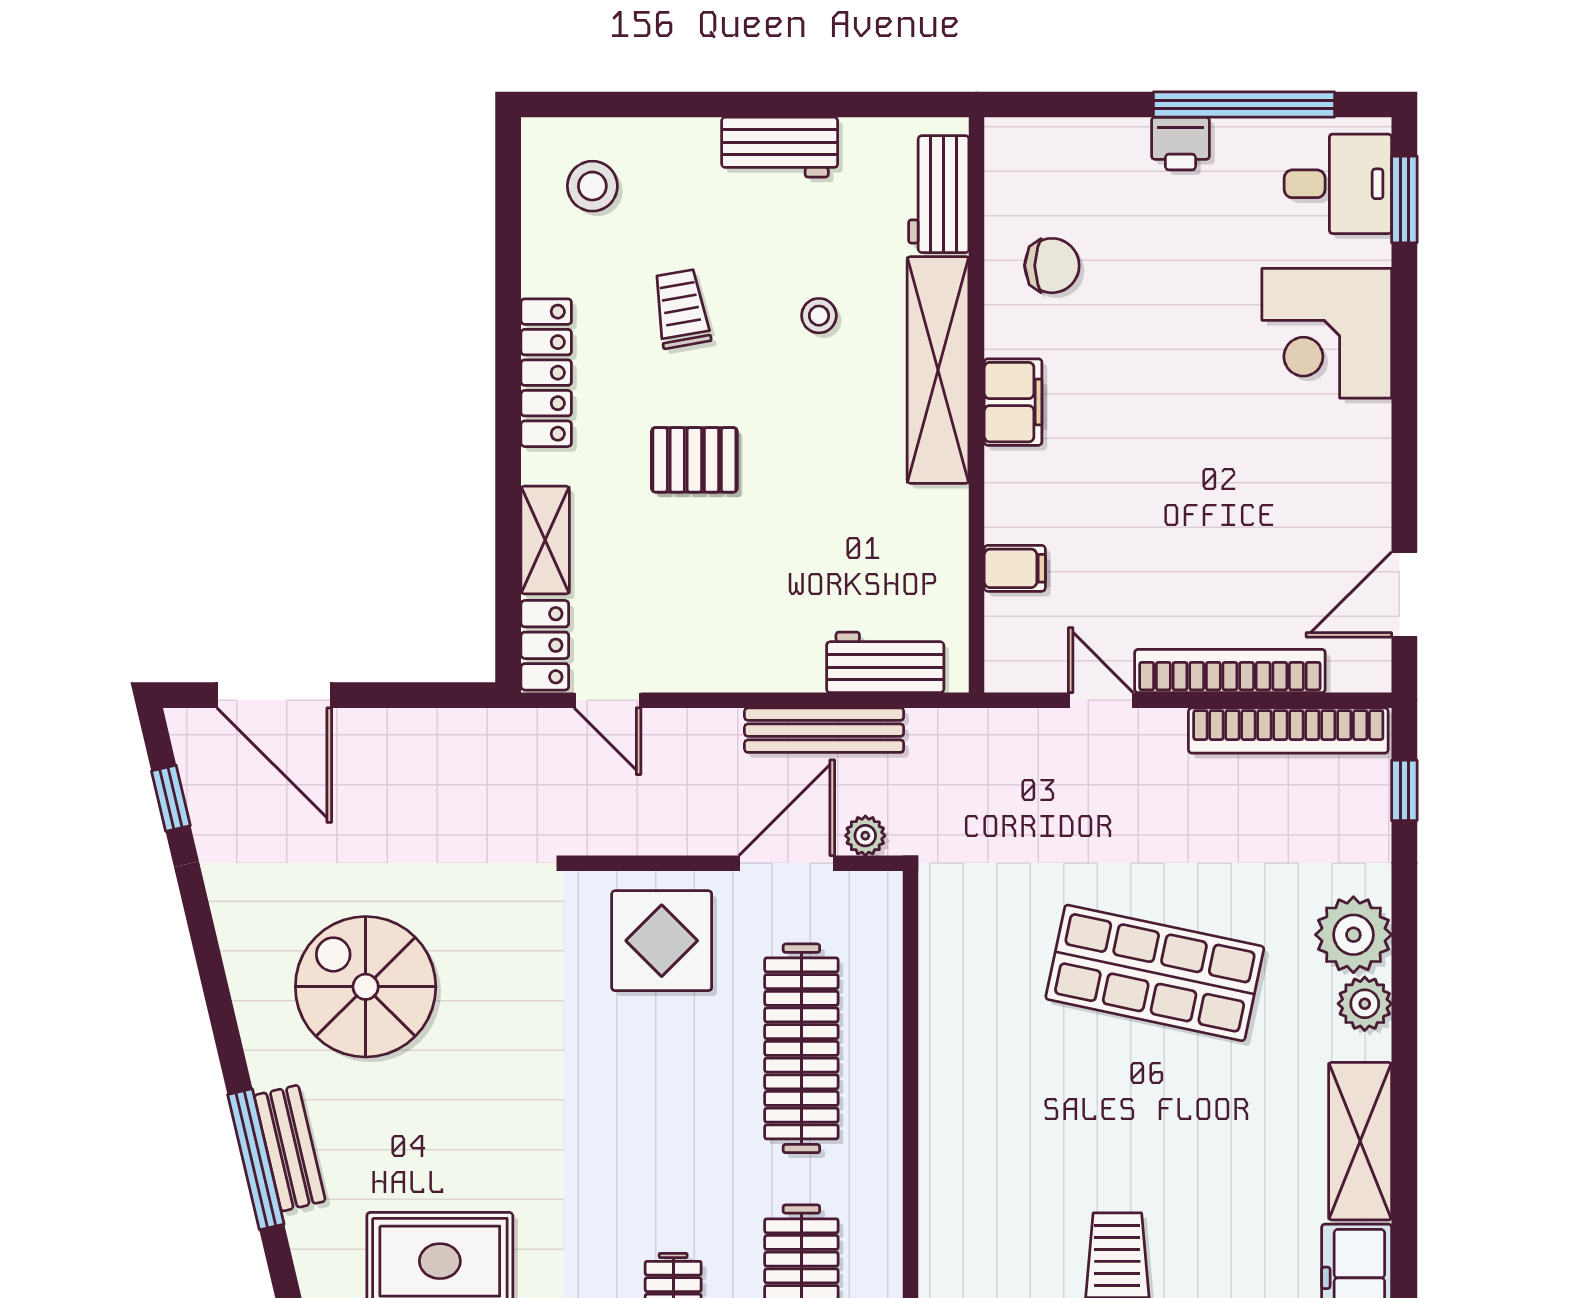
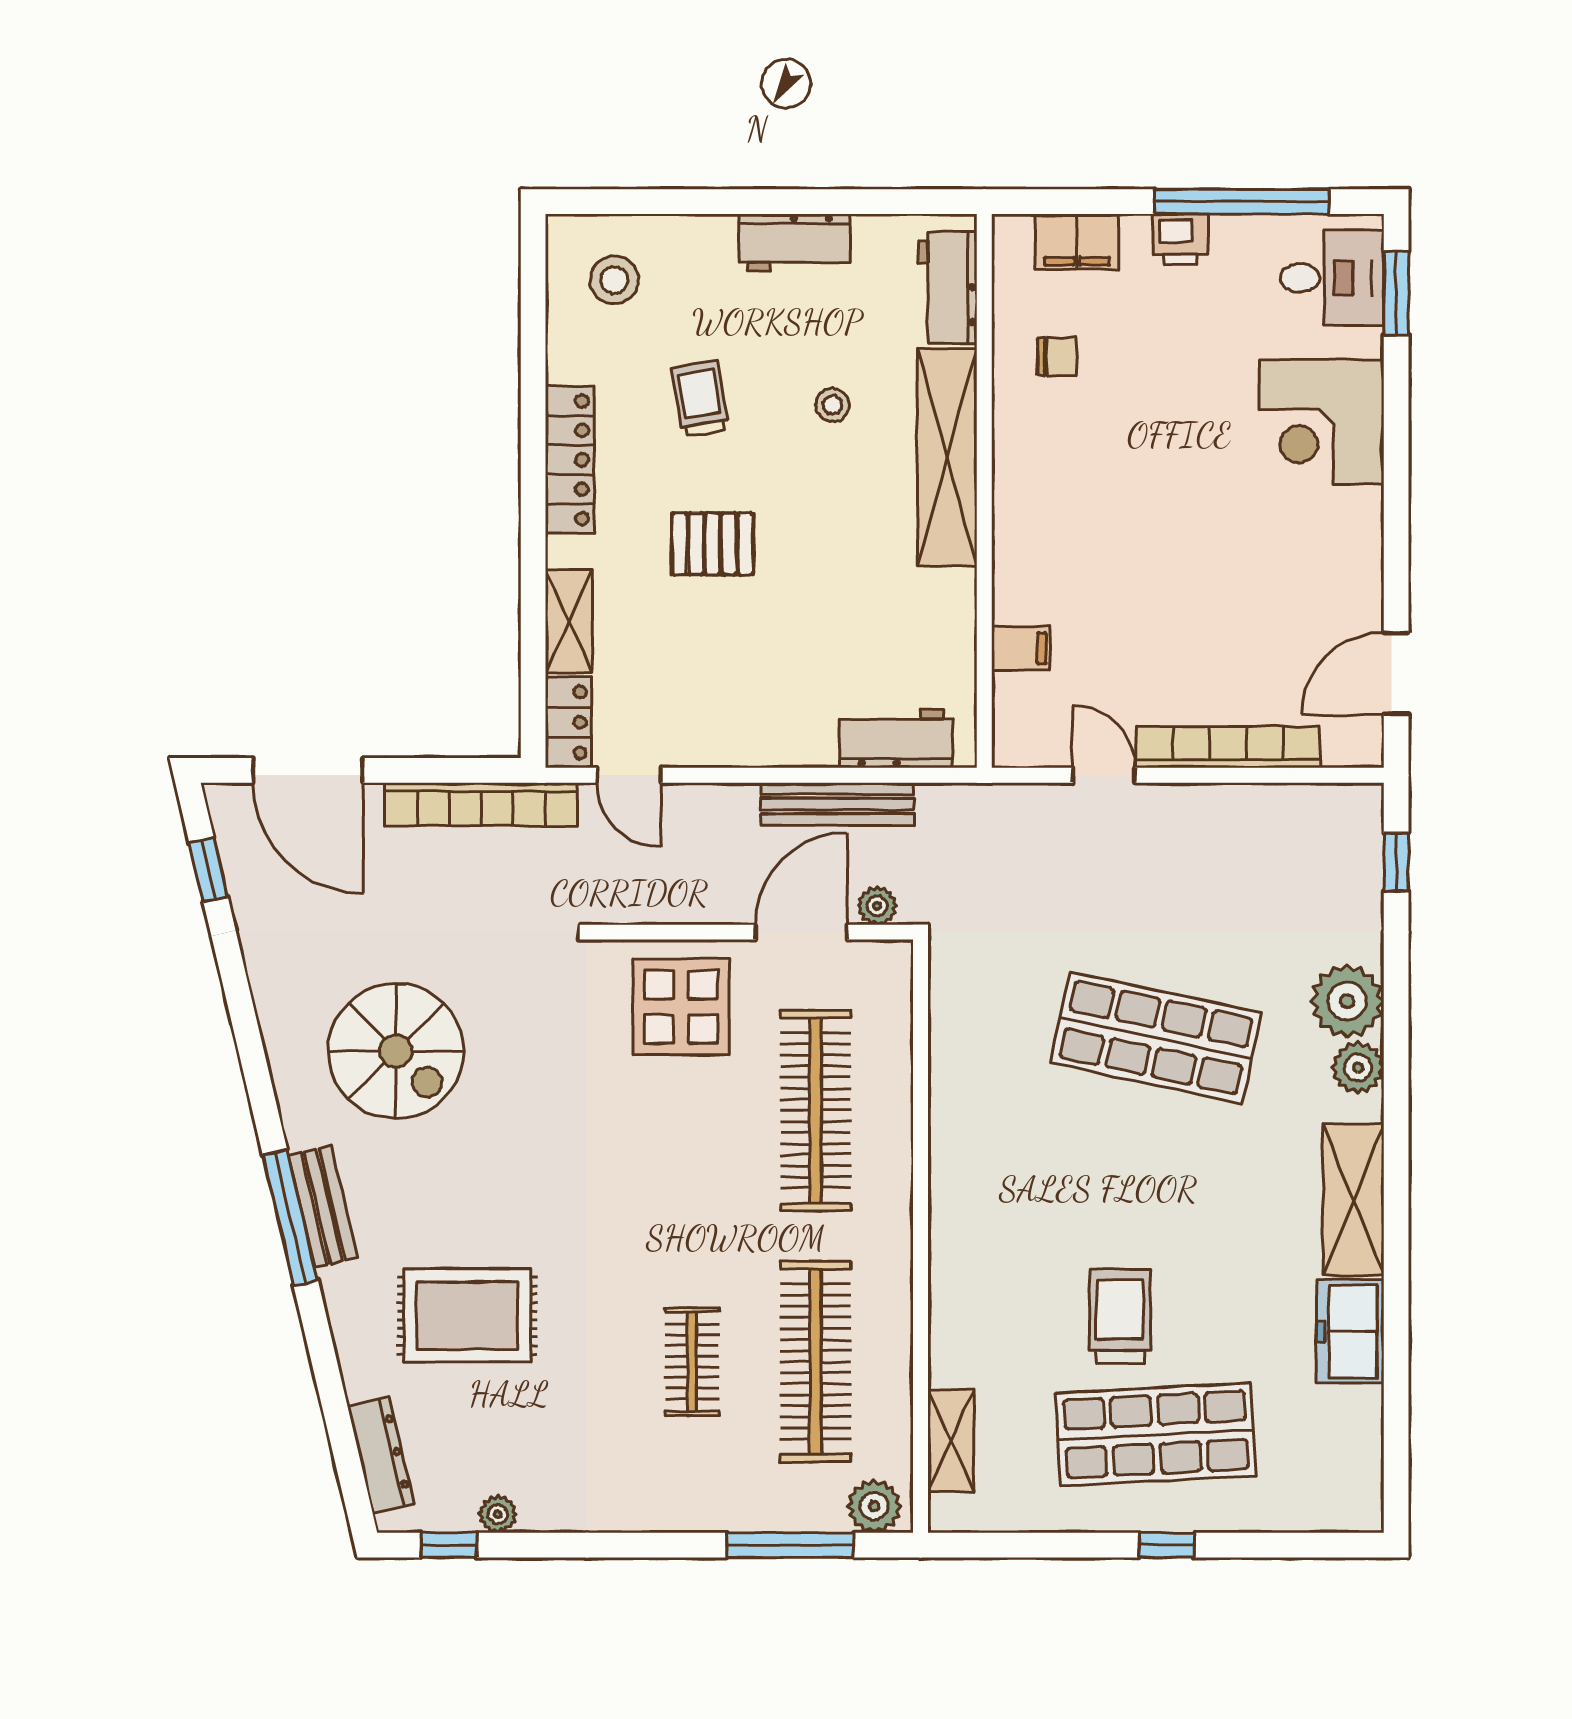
chair: (1052, 266) -> (1057, 357), width x0.73, depth x0.73
filing cabinet: (1013, 402) -> (1077, 242), moved, turned 90
bookcase: (1288, 731) -> (481, 804), moved
spiral stairs: (366, 987) -> (396, 1051), turned 180

